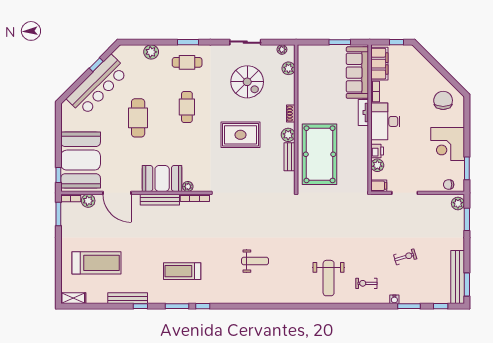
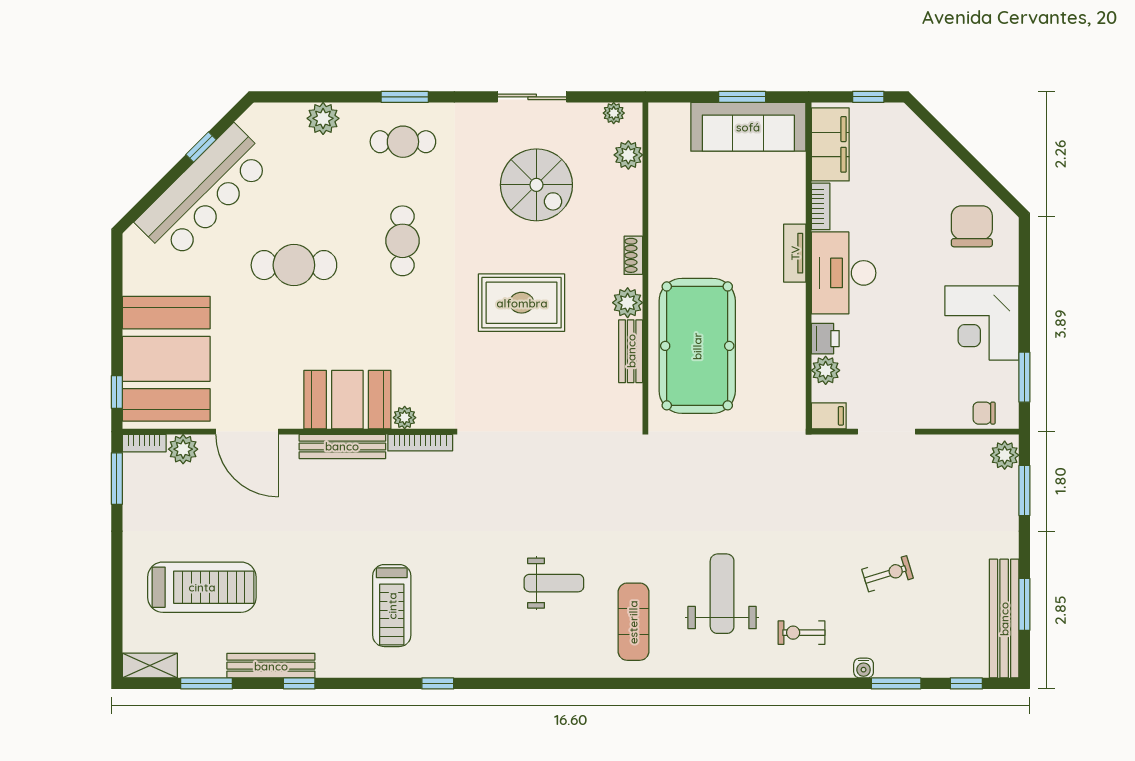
sofa: (357, 73) -> (748, 127), moved, turned -90
cafe table: (138, 118) -> (294, 265), turned 90
treadmill: (182, 271) -> (392, 606), turned -90
exercise mat: (291, 278) -> (633, 622), added
weight bench: (329, 278) -> (722, 594), moved, turned 180
window: (467, 284) -> (1024, 604), moved
window: (177, 306) -> (207, 683), moved

